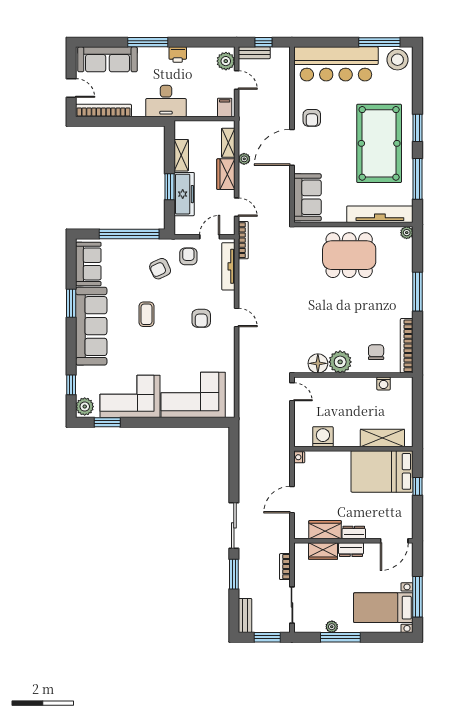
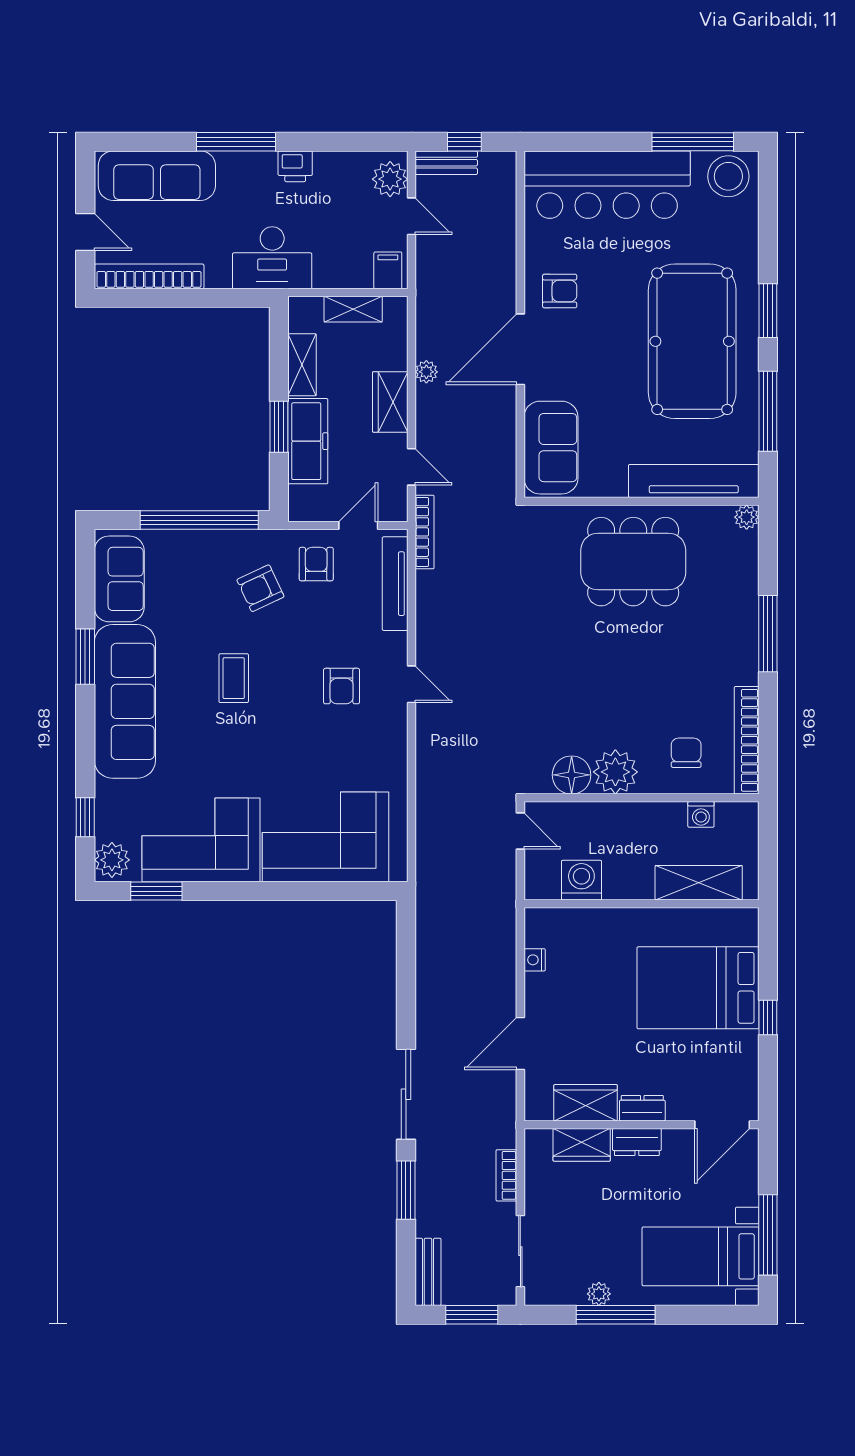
armchair: (312, 118) -> (560, 291), turned -90
shelving: (228, 143) -> (353, 309), moved, turned 90
washing machine: (323, 437) -> (581, 880), moved
shelving: (382, 438) -> (699, 883), moved
wall: (353, 449) -> (641, 904), moved

